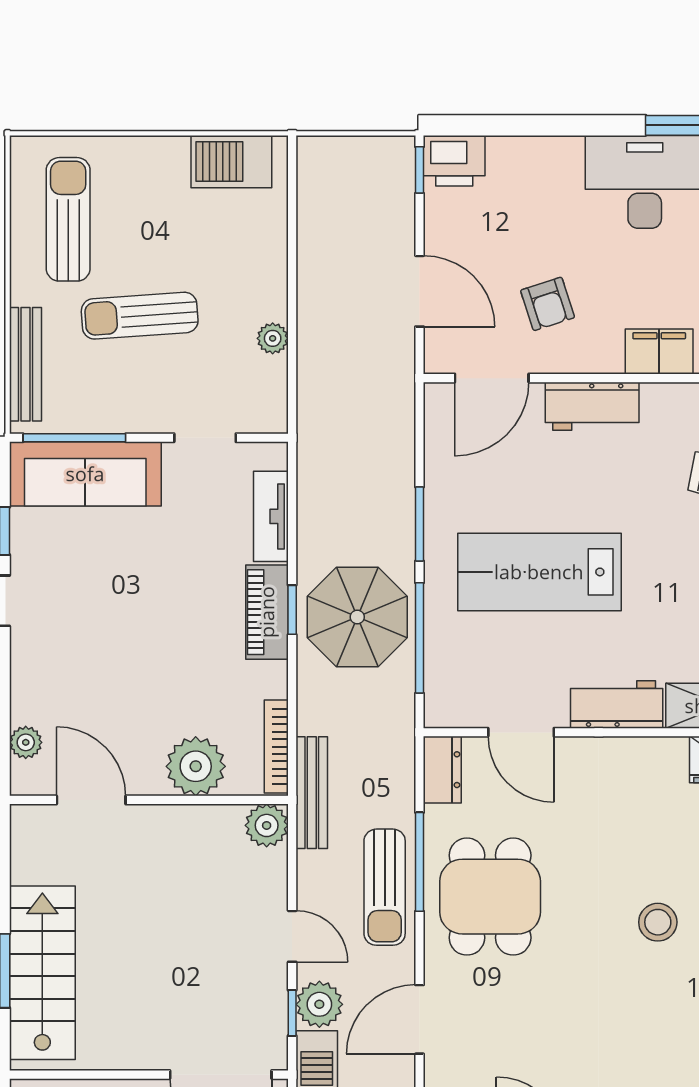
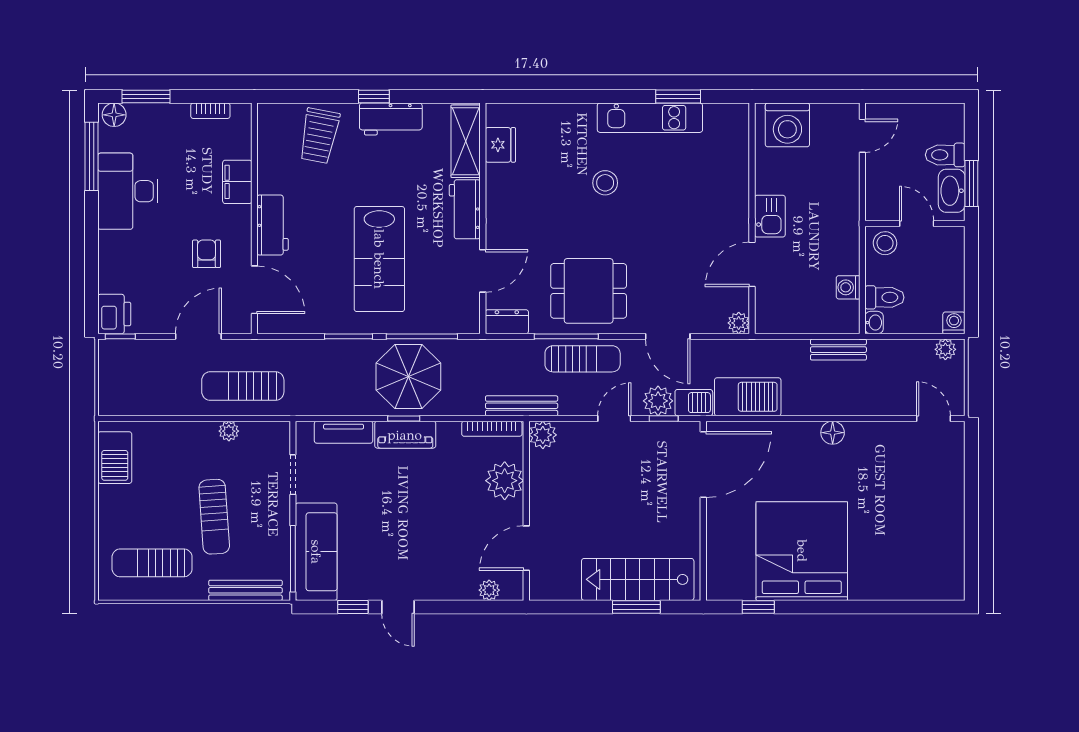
armchair: (548, 304) -> (207, 254), turned -72
sun lounger: (342, 360) -> (243, 386), added

